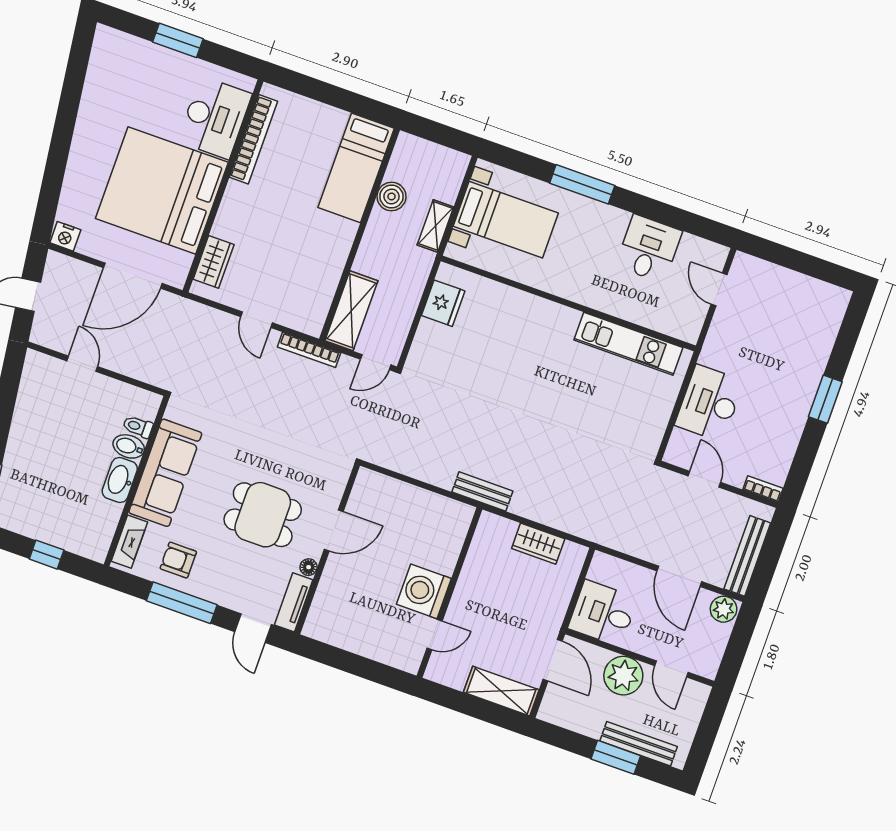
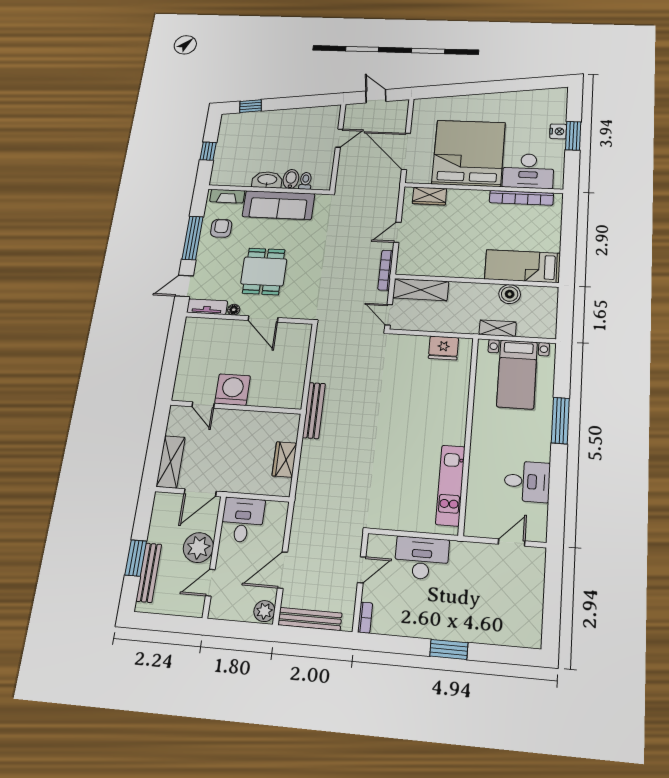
nightstand: (65, 236) -> (558, 131), moved, turned 180
bench: (482, 491) -> (314, 410), width x1.36

